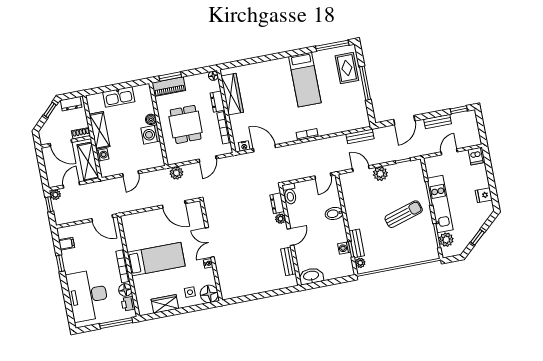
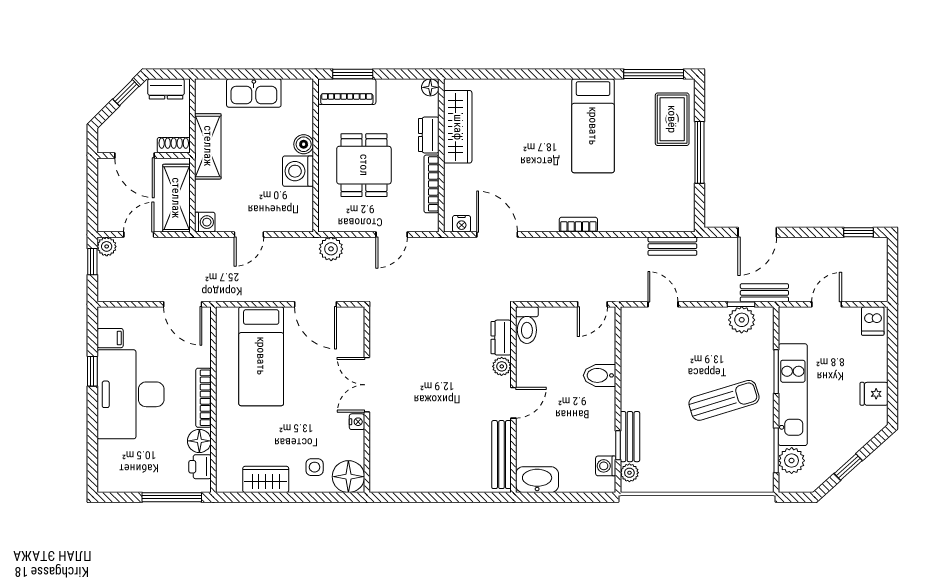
bench: (438, 122) -> (764, 293), moved
washing machine: (103, 155) -> (205, 222), moved
plant: (380, 174) -> (742, 320), moved
washing machine: (344, 248) -> (606, 466), moved
bed: (156, 259) -> (261, 356), moved, turned 90
bench: (288, 261) -> (501, 455), width x1.36
desk: (88, 295) -> (130, 394), moved

